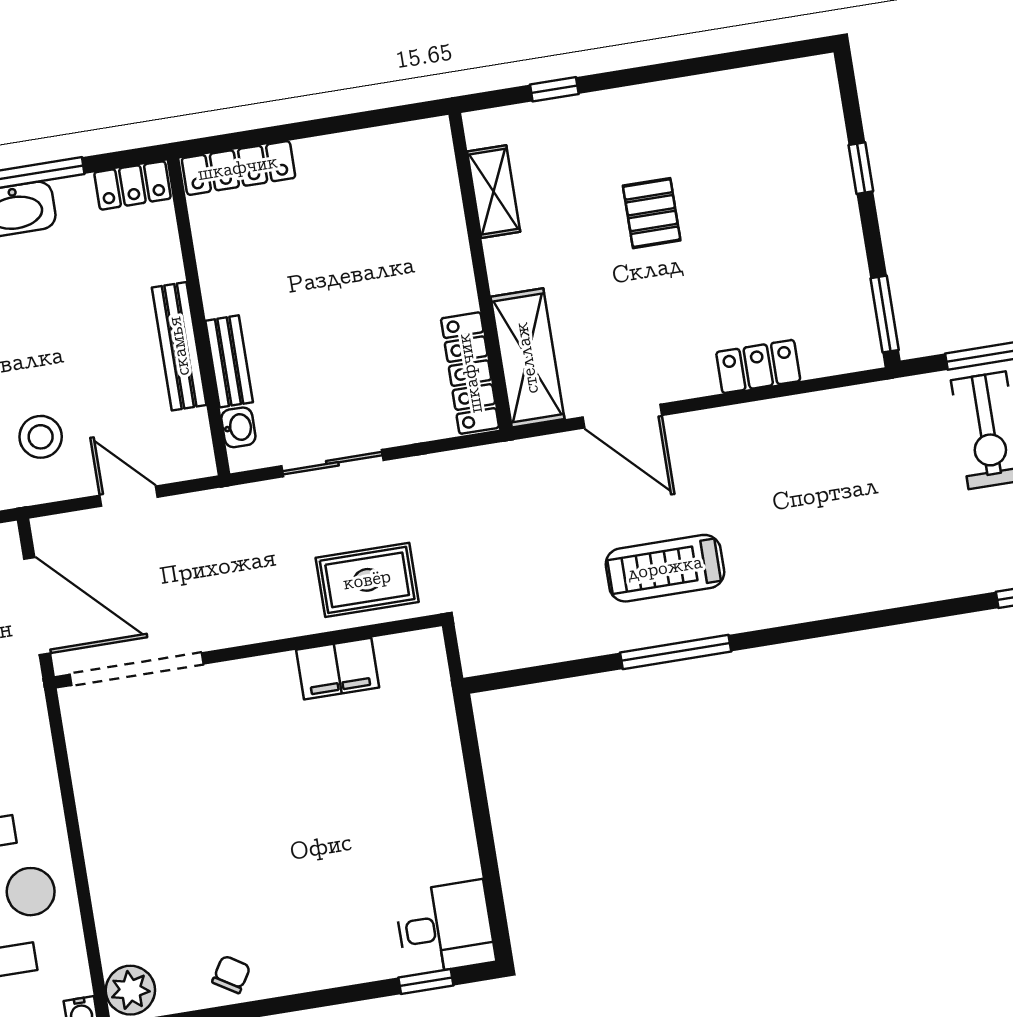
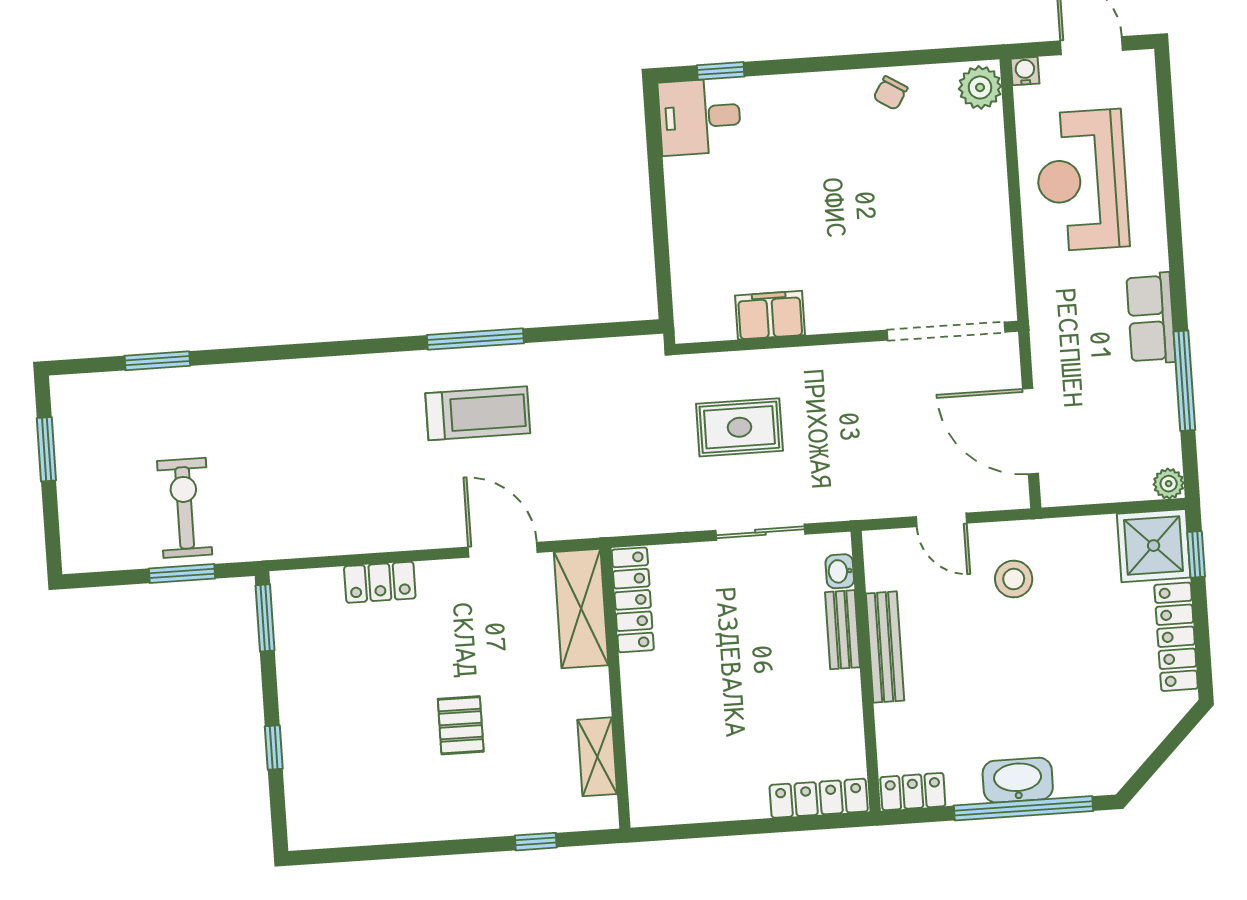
wall: (248, 651) -> (847, 338), moved
doorway: (137, 669) -> (946, 331), moved
filing cabinet: (338, 669) -> (770, 315), moved

